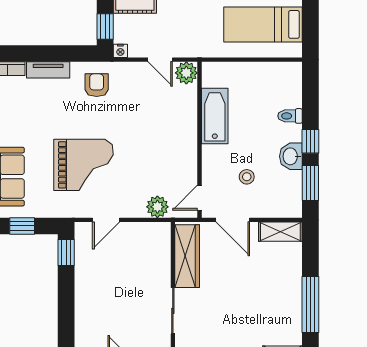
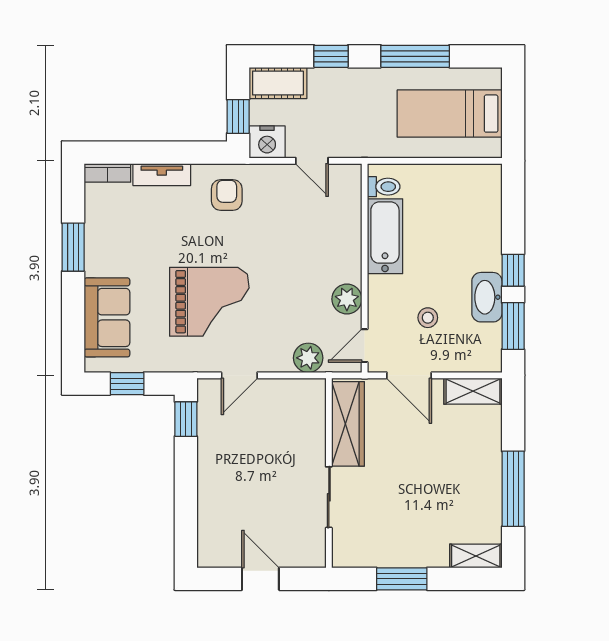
nightstand: (120, 51) -> (267, 142), width x1.89, depth x1.79
plant: (186, 73) -> (347, 299), moved
toilet: (290, 116) -> (384, 187), moved, turned 180
washbasin: (291, 156) -> (487, 297), width x1.38

